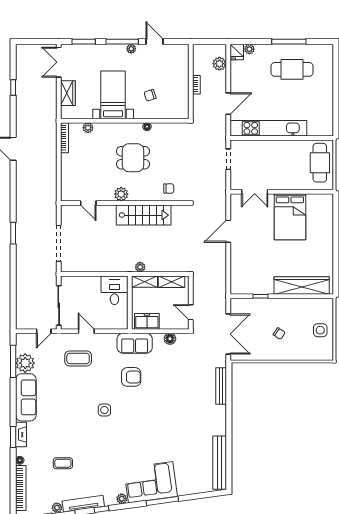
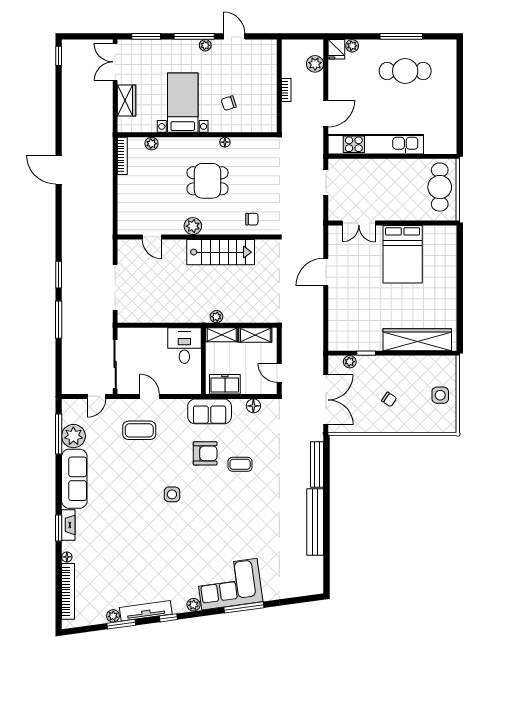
window: (13, 88) -> (59, 56), moved
window: (13, 269) -> (59, 320), added
plant: (247, 303) -> (350, 362), added
coffee table: (63, 463) -> (240, 464), moved
bench: (220, 463) -> (315, 522), moved

